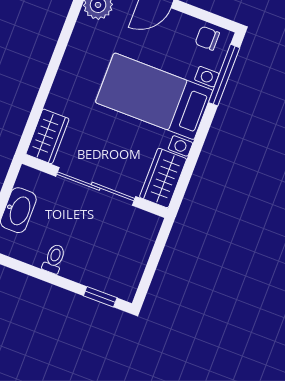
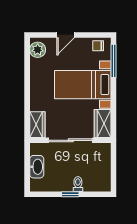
toilet: (54, 259) -> (78, 184), moved
window: (100, 297) -> (70, 194), moved

